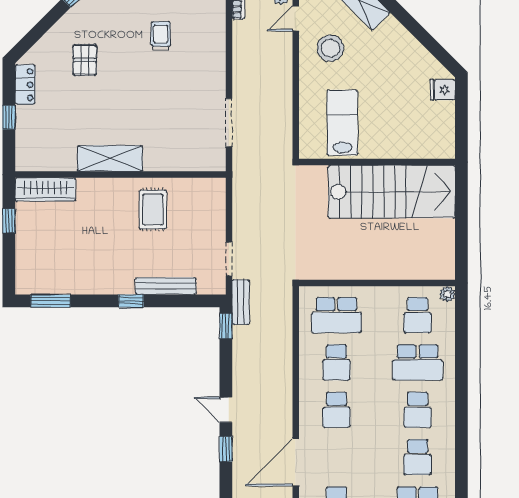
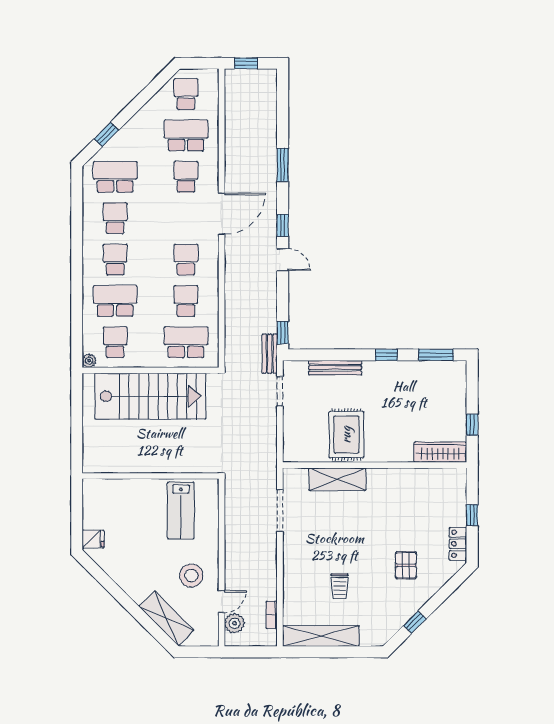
shelving: (110, 158) -> (337, 479), moved
stairs: (392, 192) -> (150, 396), moved, turned 180
rug: (153, 209) -> (346, 435), width x1.36, depth x1.43
window: (131, 301) -> (386, 355), moved

